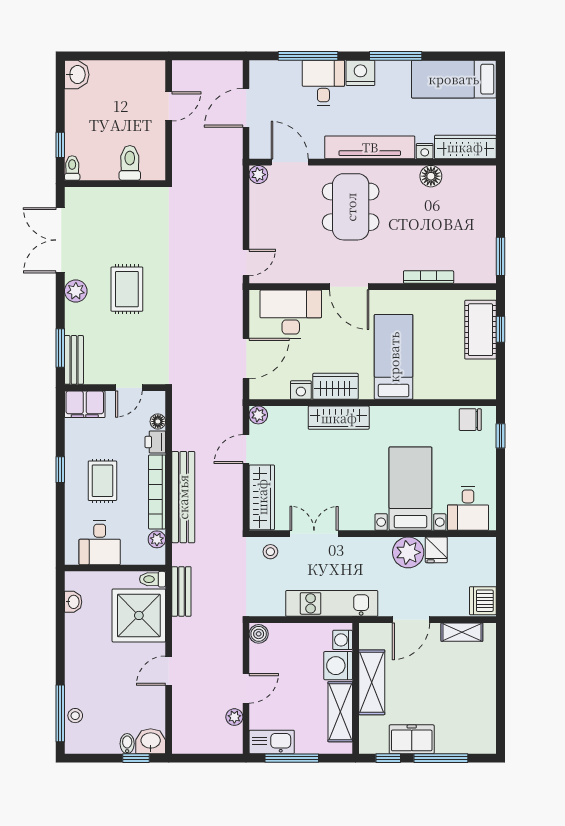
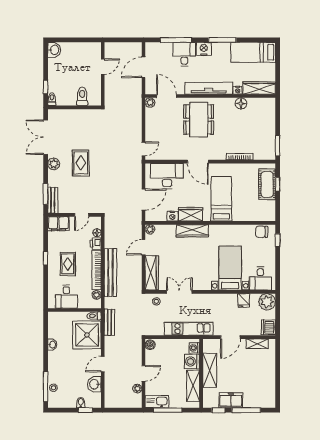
plant: (408, 552) -> (267, 302), moved
washbasin: (73, 602) -> (52, 345), moved
washbasin: (151, 741) -> (94, 384), moved, turned -90

